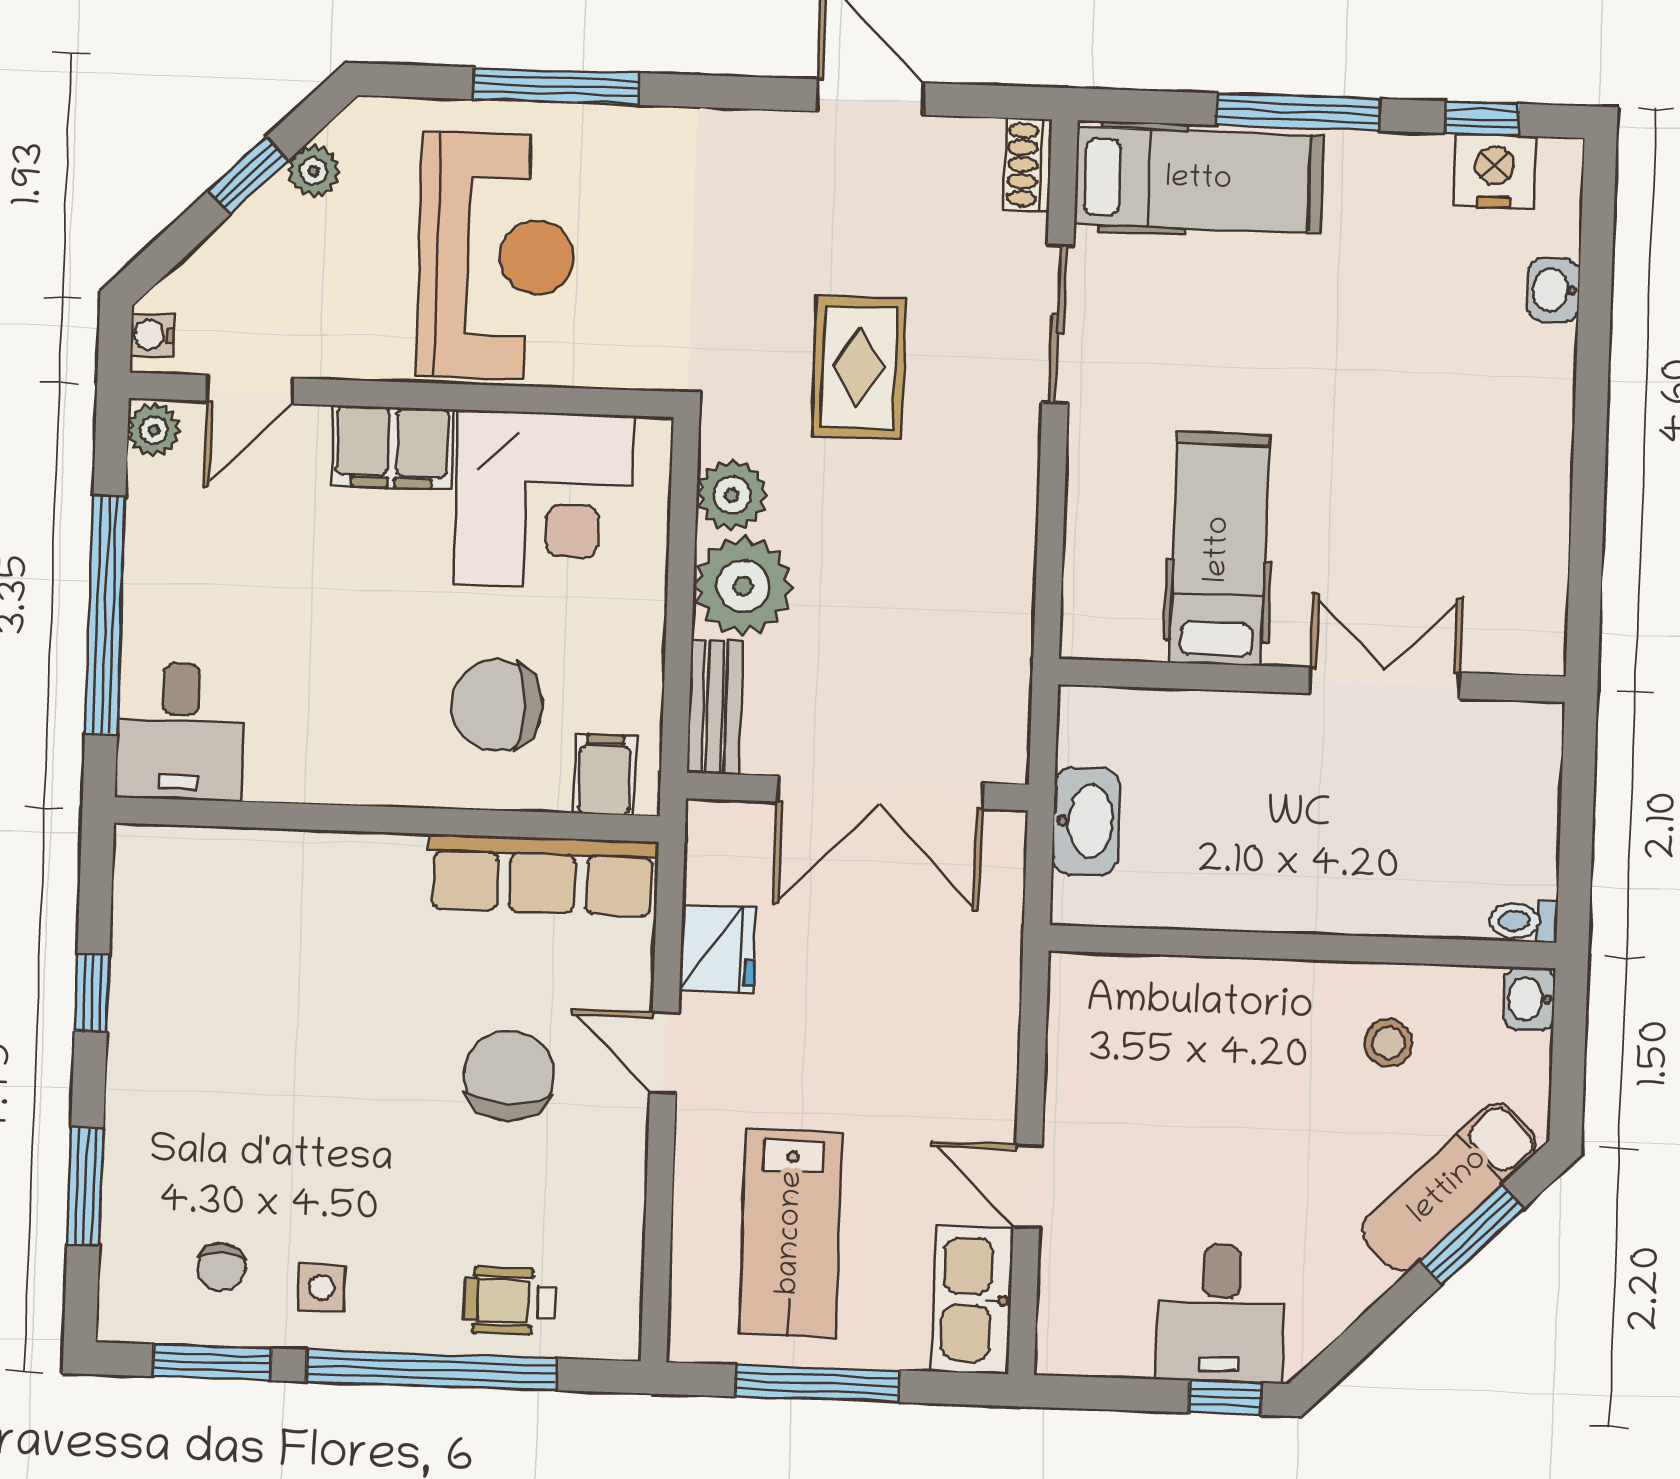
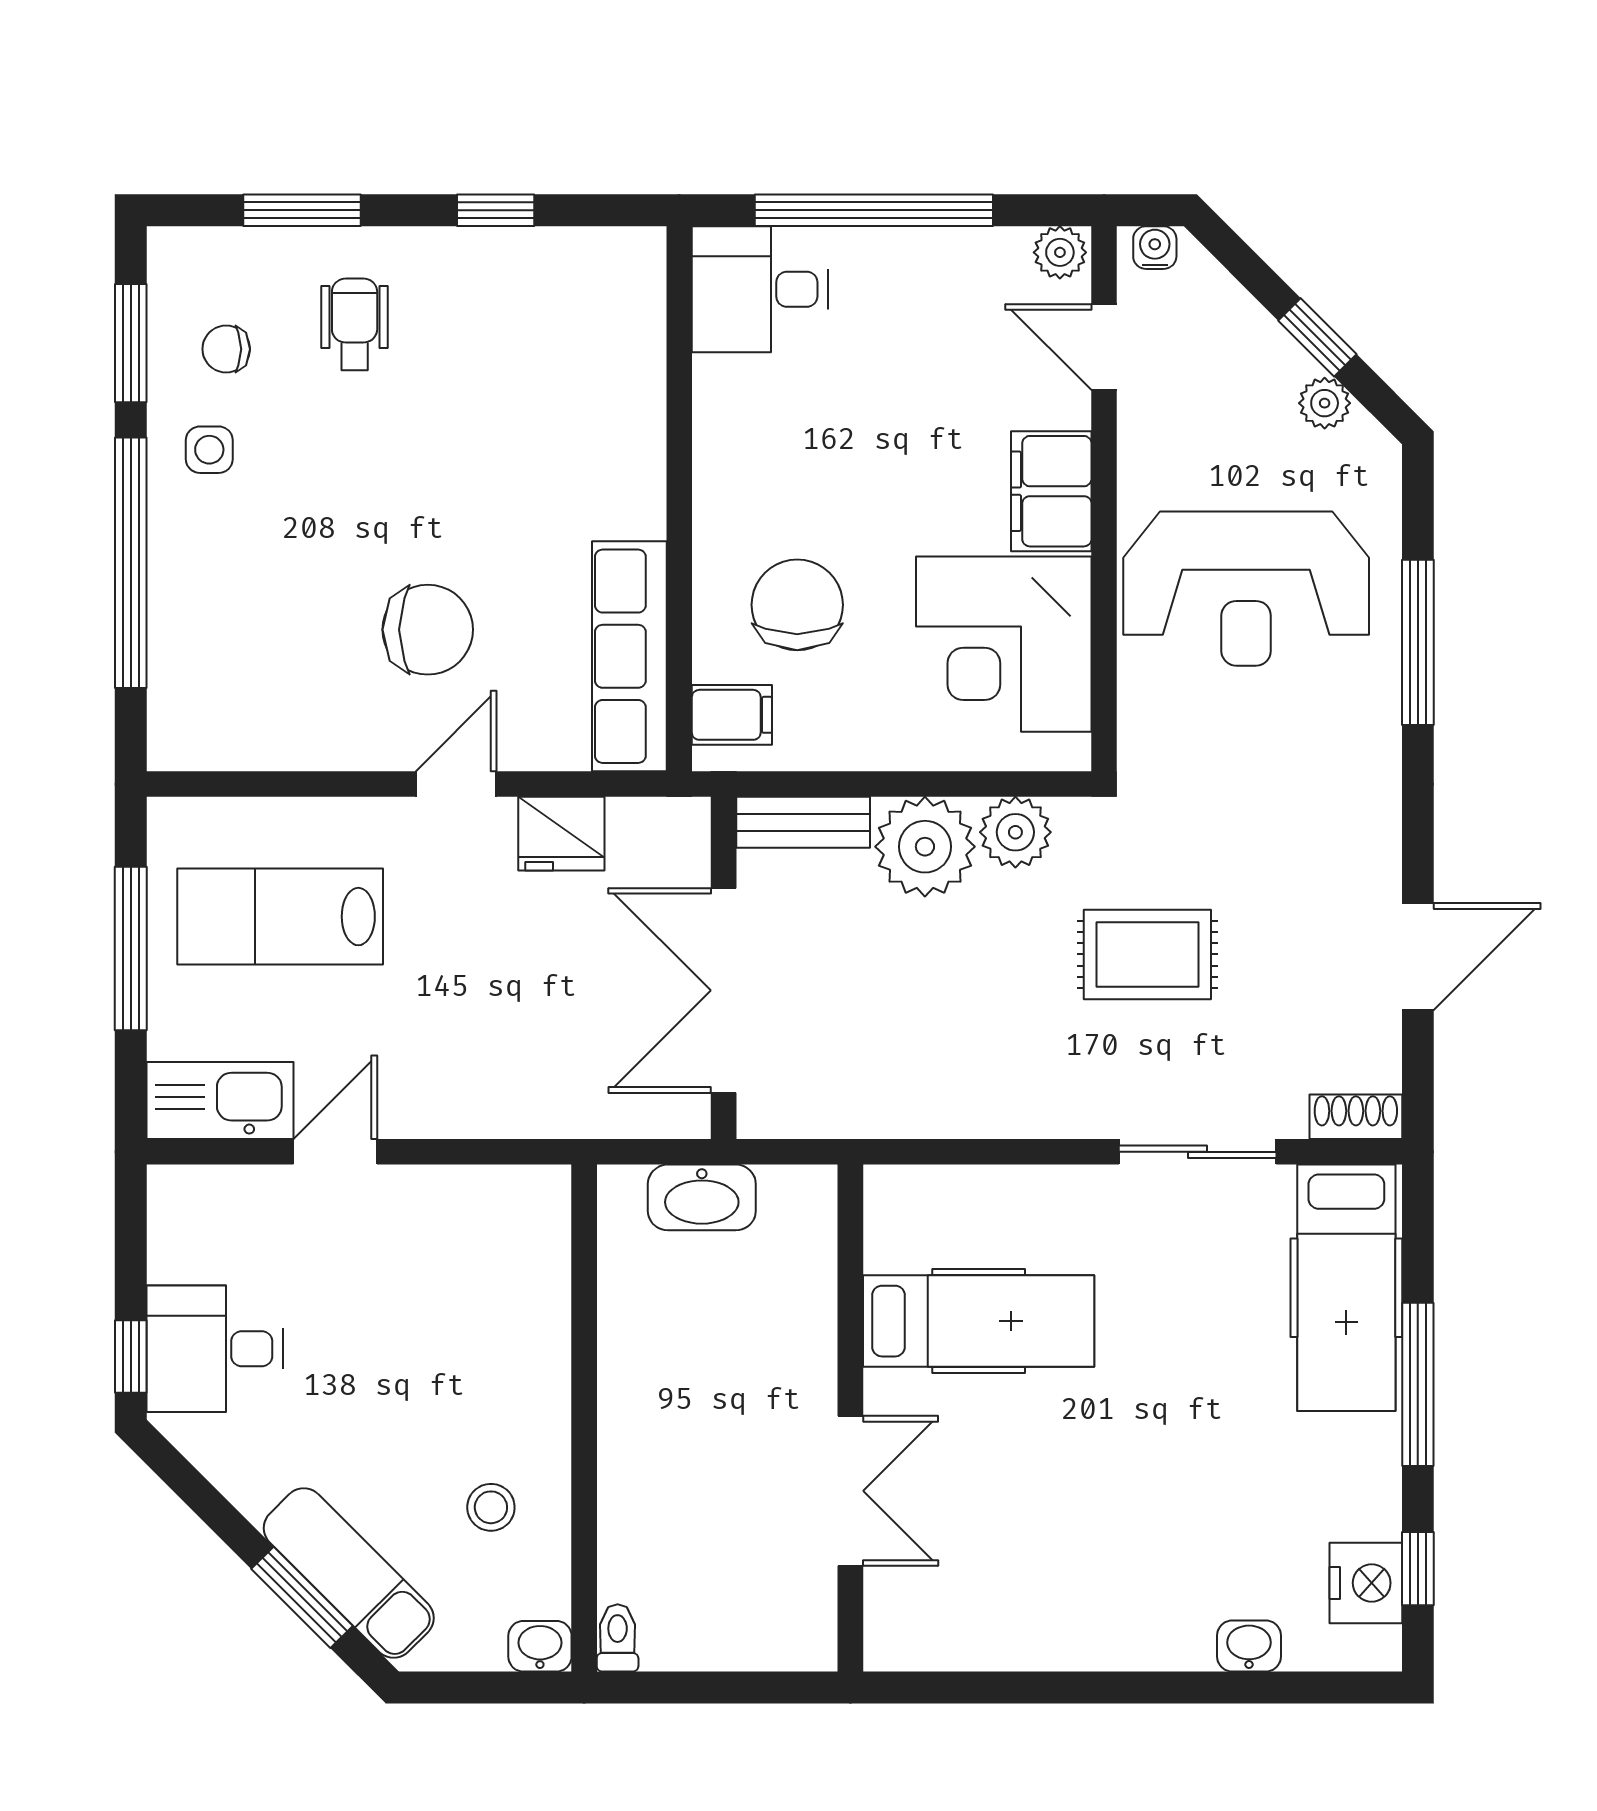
wheelchair: (510, 1301) -> (355, 324), moved

